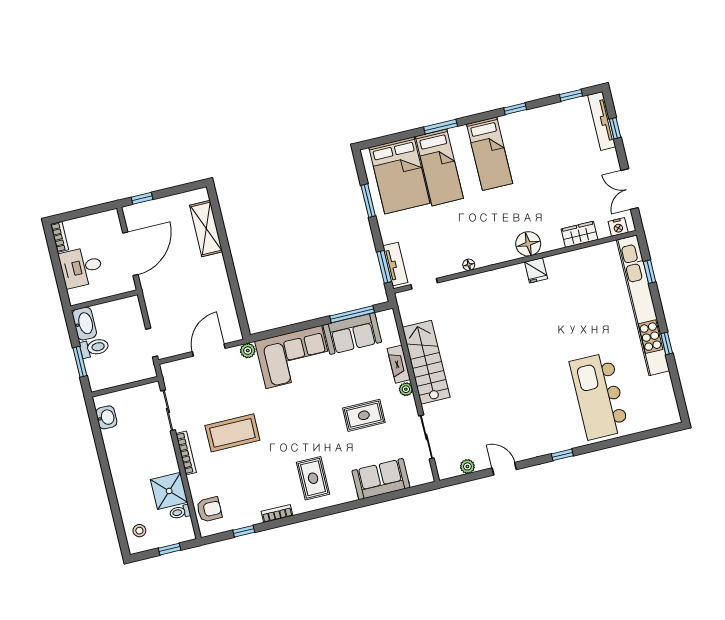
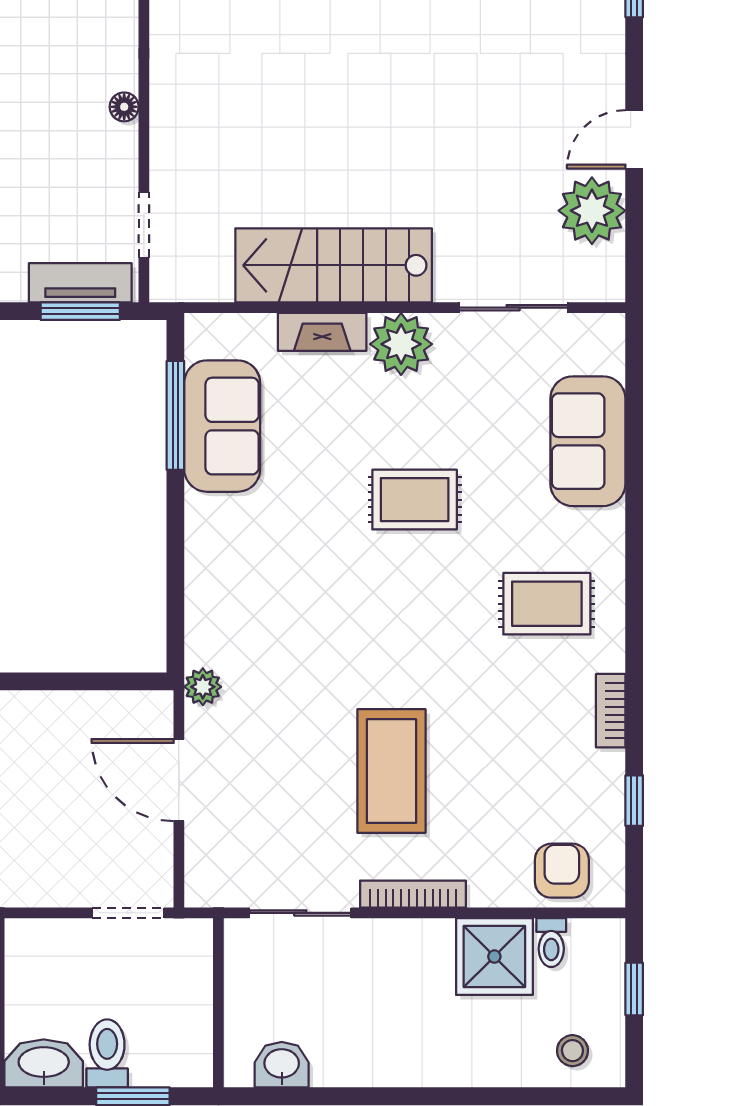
corner sofa: (294, 357) -> (245, 580), removed
plant: (406, 389) -> (401, 344), width x1.88, depth x1.88
rug: (364, 415) -> (415, 500), moved, turned 90
plant: (467, 466) -> (592, 211), width x1.87, depth x1.87

